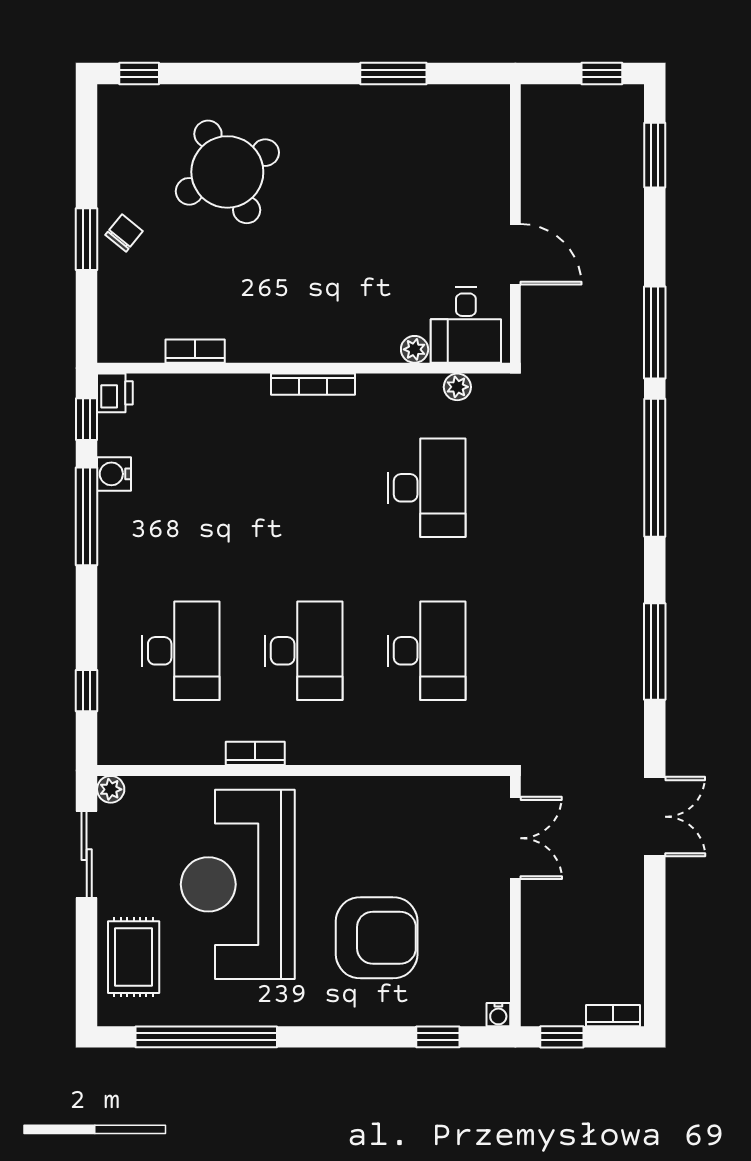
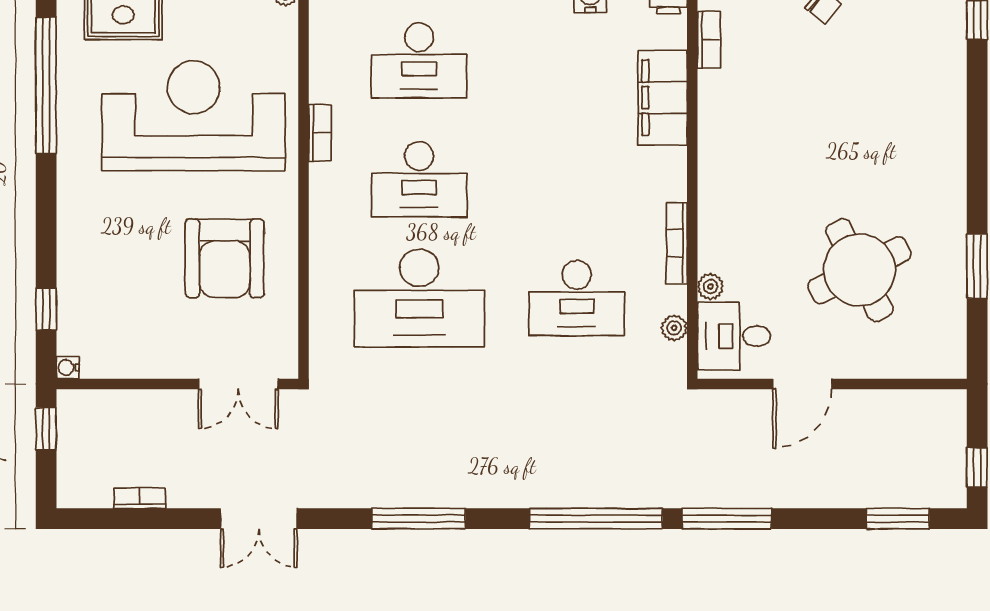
round table: (227, 172) -> (859, 270), moved
bookcase: (195, 351) -> (709, 40), moved
bookcase: (313, 384) -> (677, 243), moved
filing cabinet: (219, 399) -> (663, 98), added
desk: (427, 651) -> (419, 298), width x1.36, depth x1.30
armchair: (377, 938) -> (225, 258), moved
bookcase: (613, 1016) -> (140, 498), moved, turned -90

